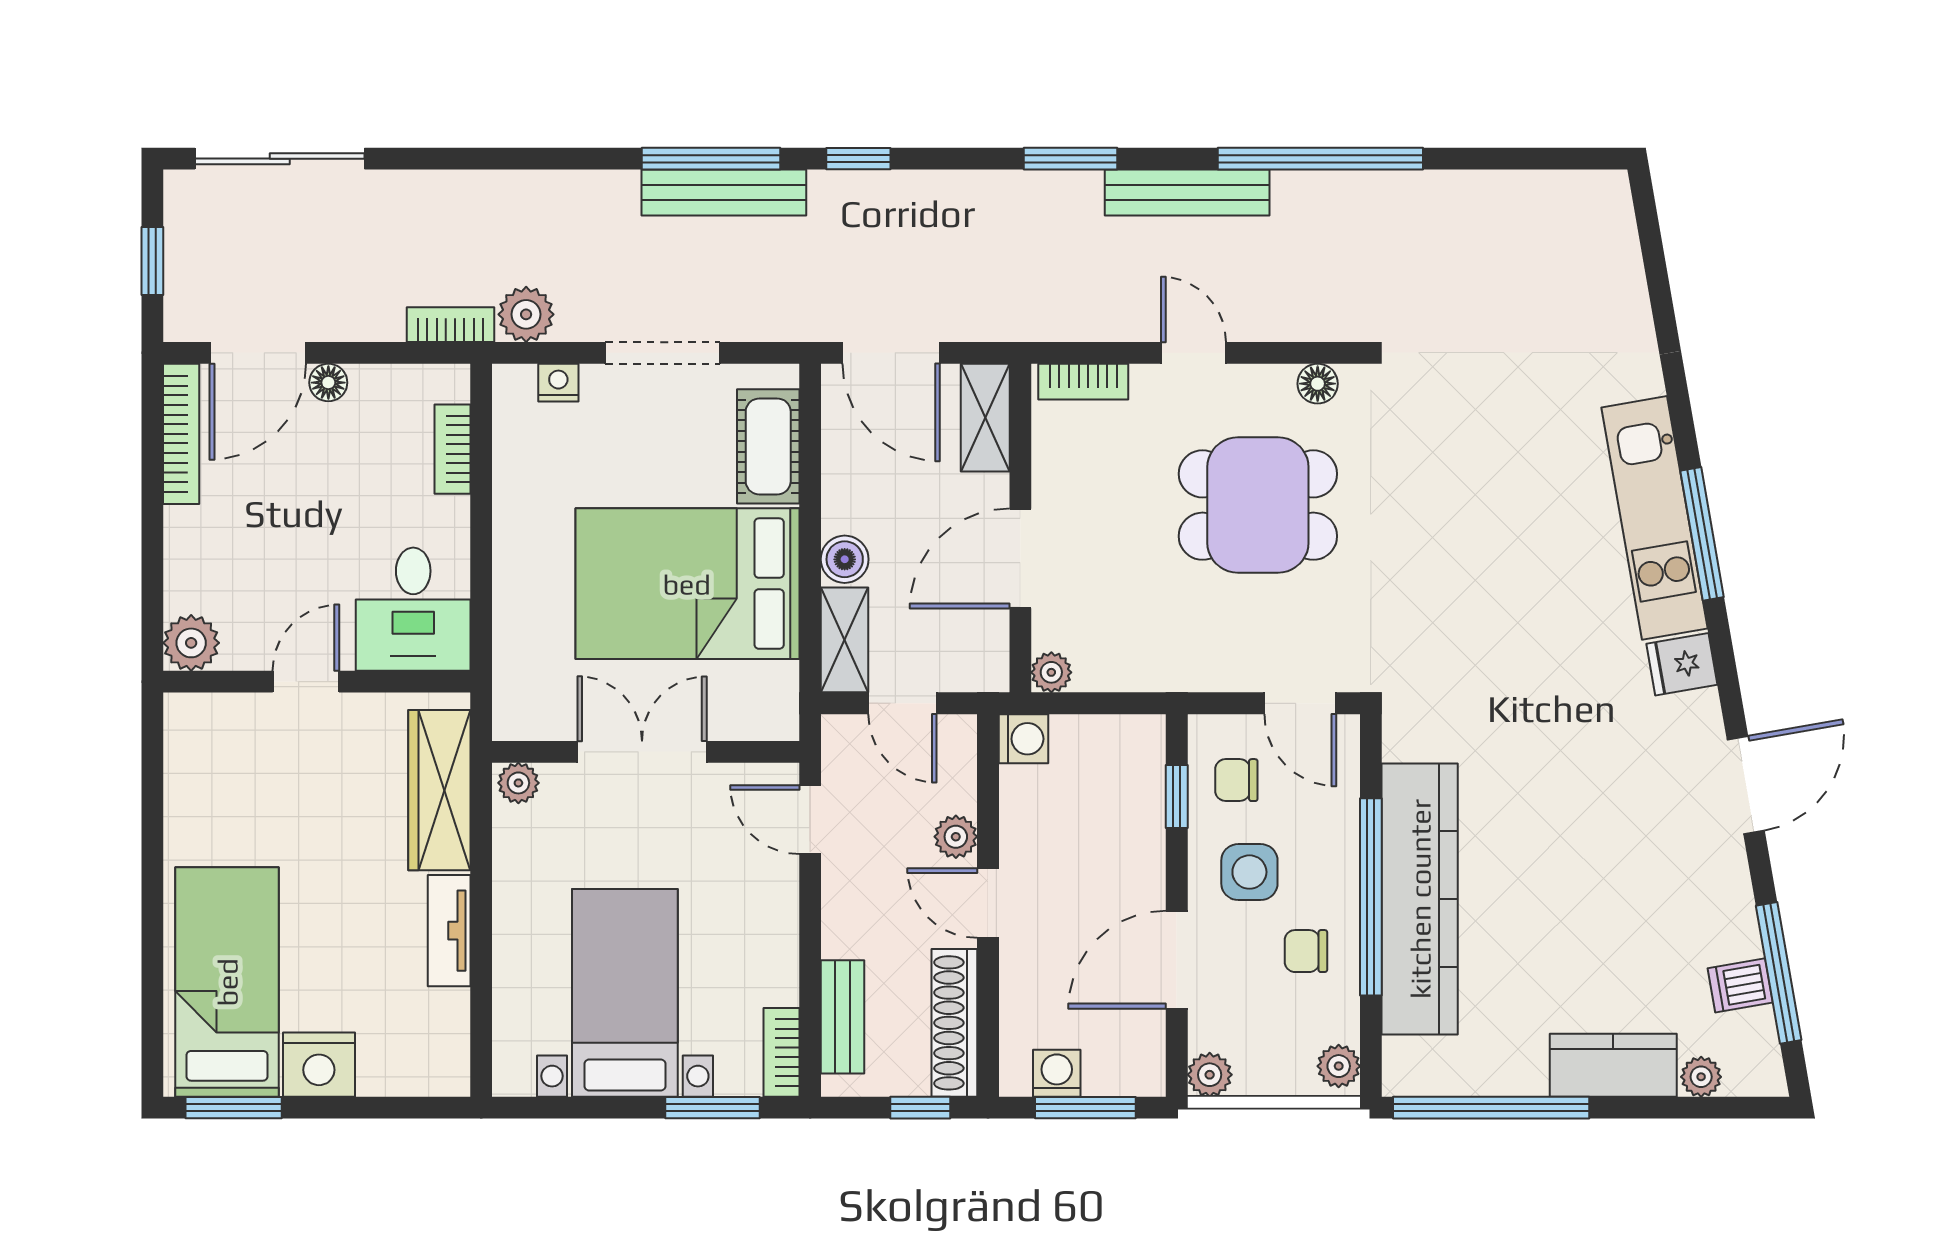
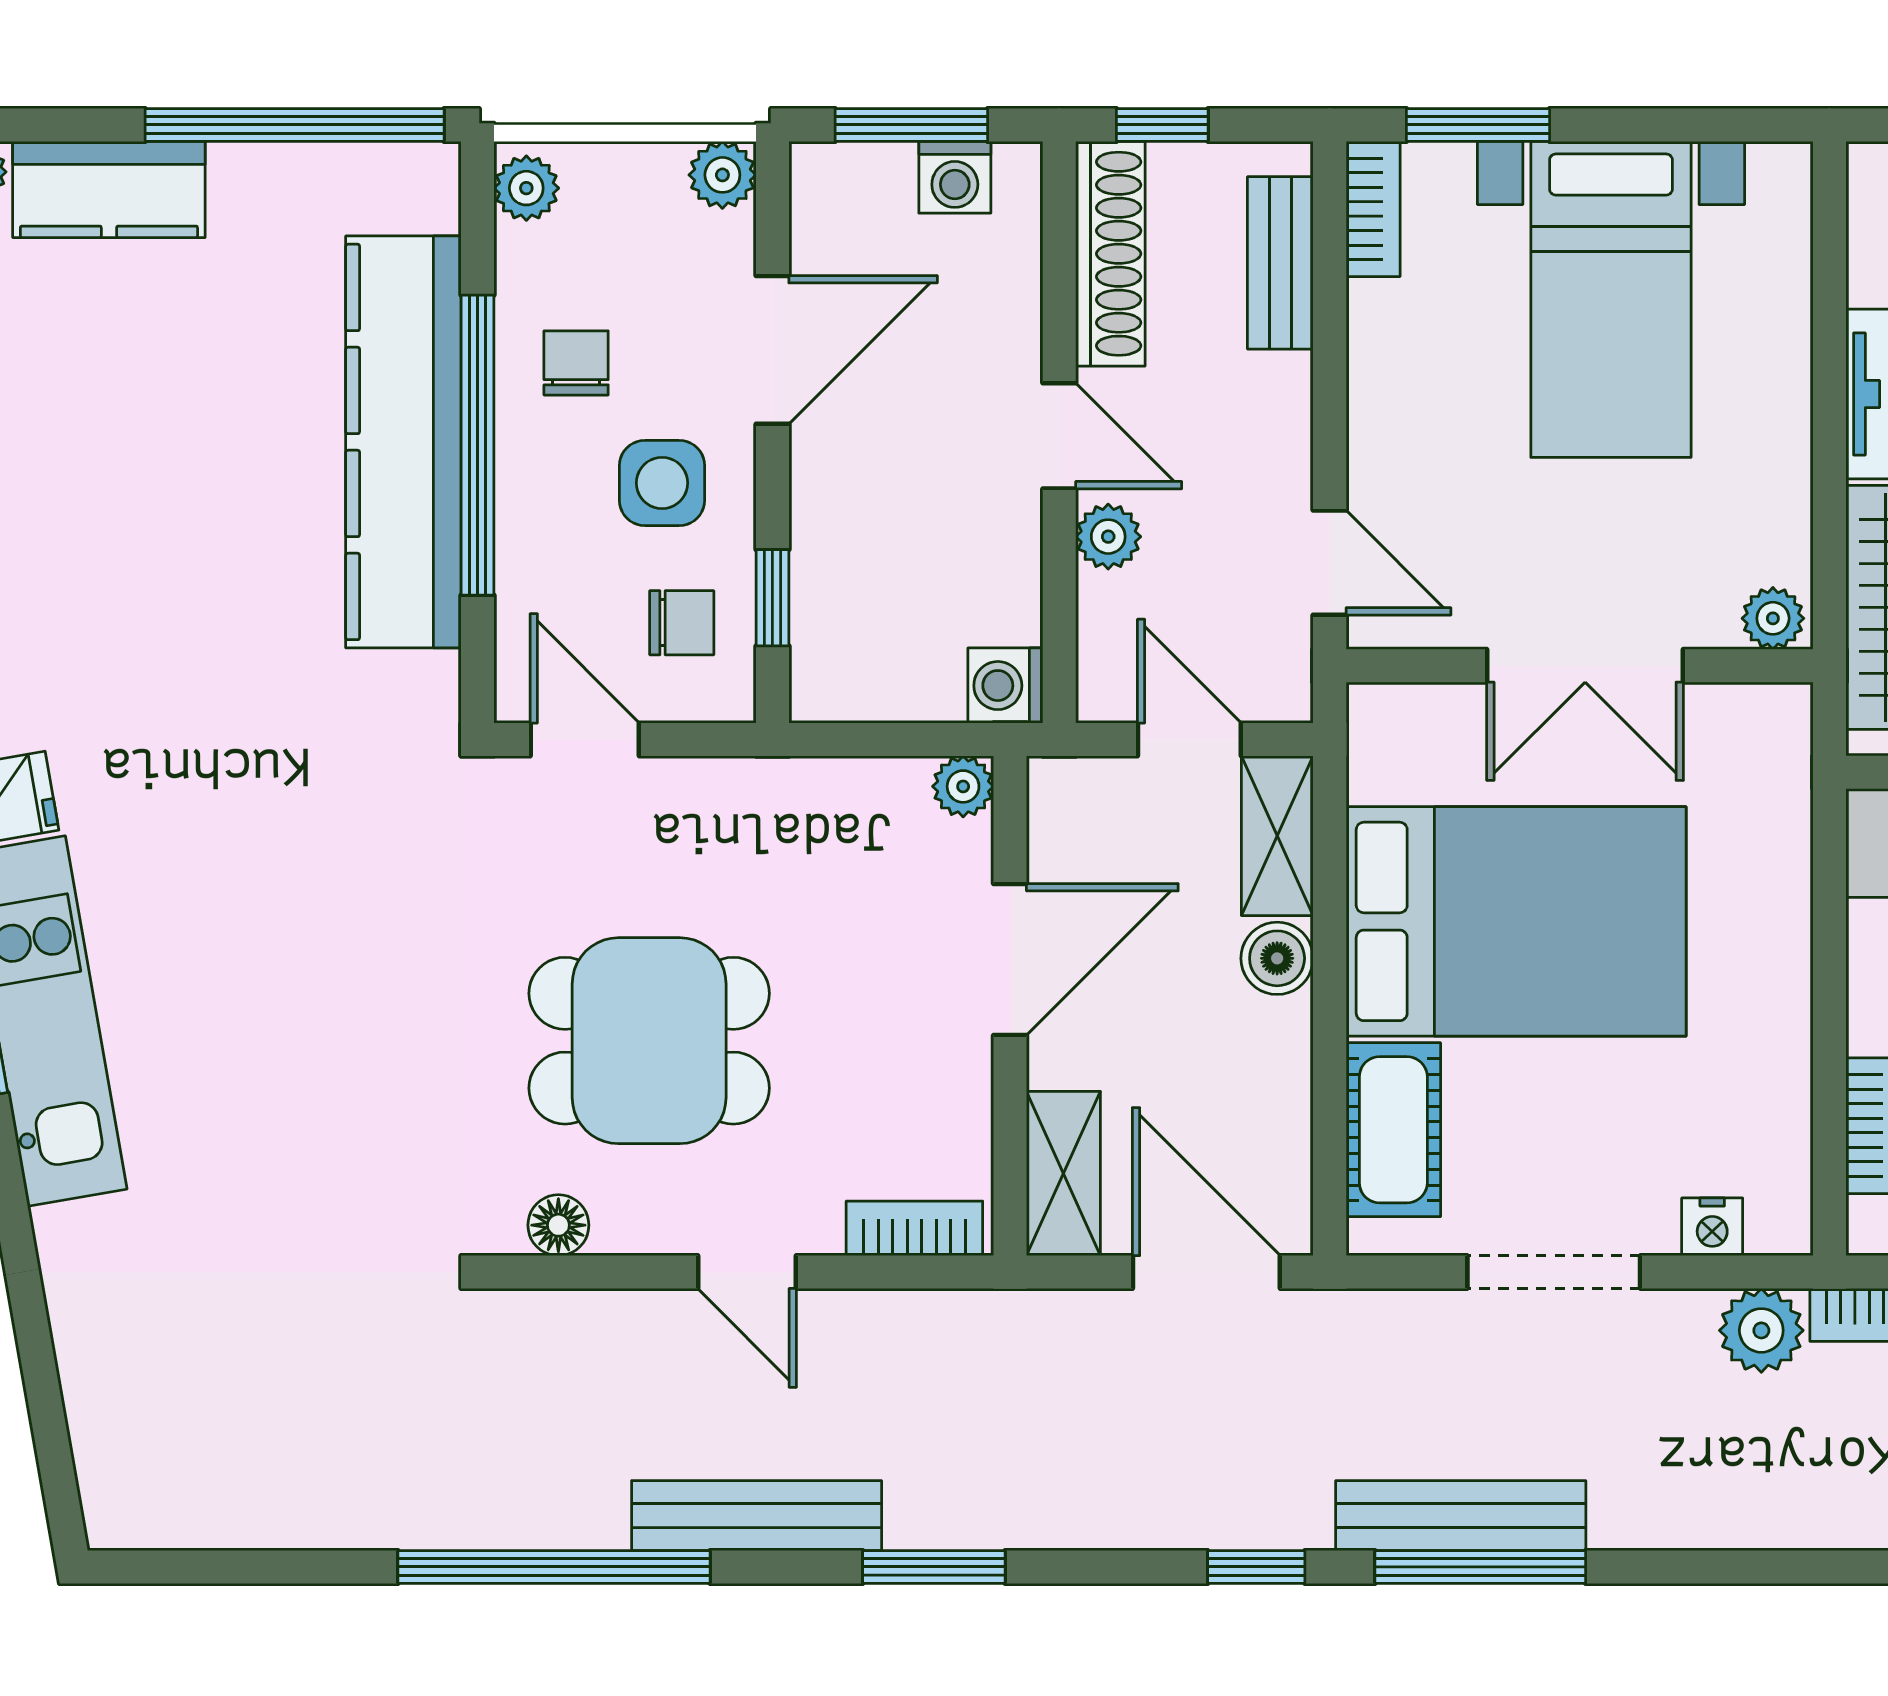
chair: (1306, 951) -> (576, 363), turned -90

